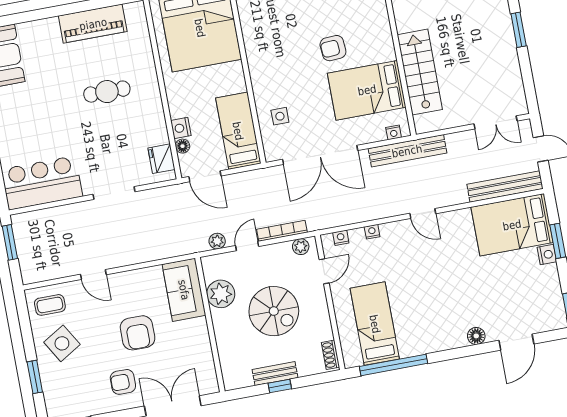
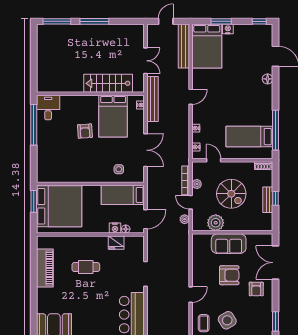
window: (519, 30) -> (94, 21), width x1.44
cafe table: (107, 92) -> (86, 267), turned 90
double door: (495, 122) -> (146, 61), moved
double door: (320, 155) -> (146, 150), width x0.73
fridge: (161, 159) -> (116, 243), moved
plant: (301, 247) -> (197, 184), moved
sofa: (184, 290) -> (229, 244), moved
spiral stairs: (274, 311) -> (231, 194), turned 90

